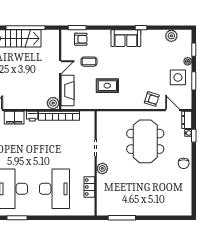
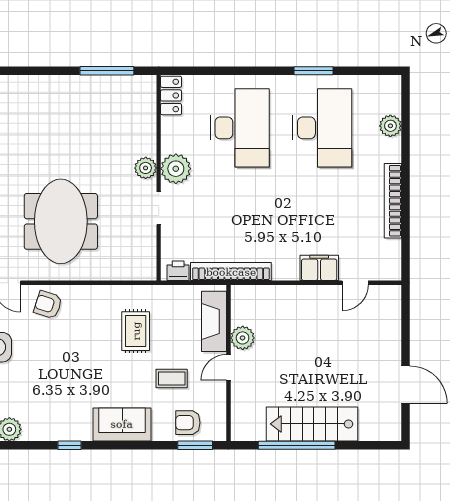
sofa: (126, 38) -> (122, 424), moved
rug: (107, 86) -> (136, 331), turned 90
plant: (53, 103) -> (243, 338), moved
printer: (32, 116) -> (178, 271), moved
plant: (87, 168) -> (176, 169), added
locker: (89, 187) -> (171, 95), moved
desk: (54, 189) -> (240, 128), turned 180

